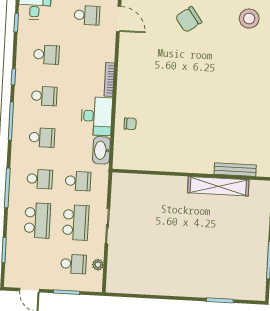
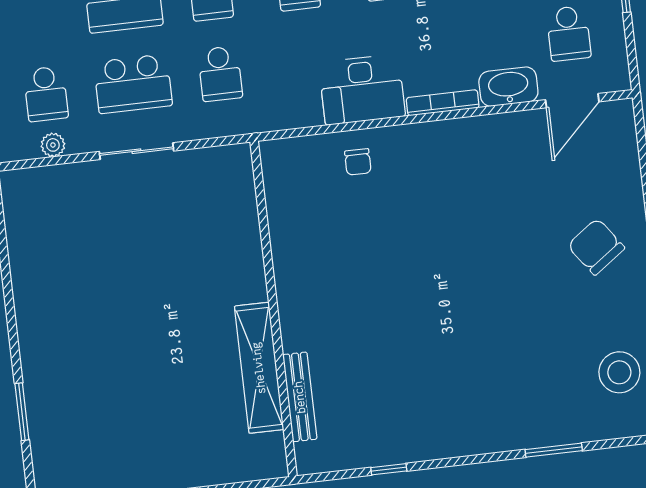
washbasin: (101, 150) -> (508, 87), moved

